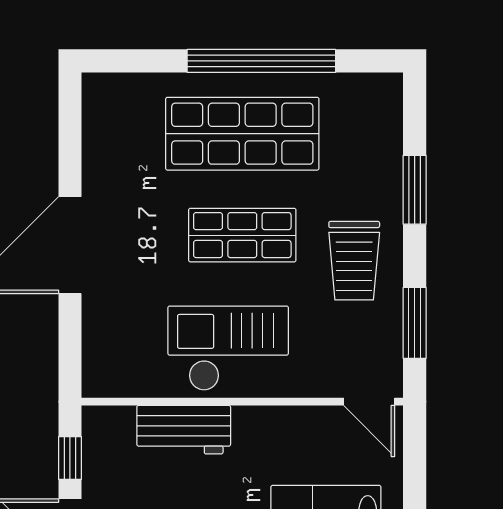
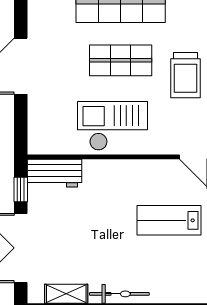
workbench: (184, 430) -> (55, 173), moved

